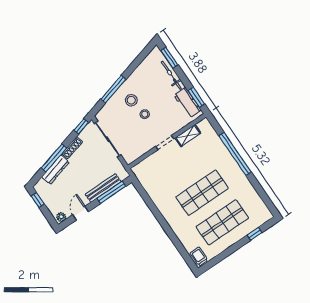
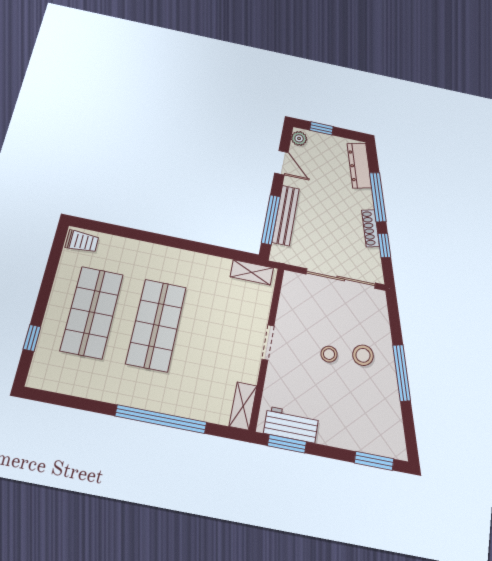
bicycle: (171, 75) -> (348, 440), removed
window: (113, 89) -> (402, 373), moved
window: (81, 126) -> (384, 245), moved
shelving: (188, 136) -> (243, 406), moved
dresser: (55, 170) -> (359, 166), moved
shelving: (142, 177) -> (252, 272), added
window: (38, 200) -> (321, 128), moved

